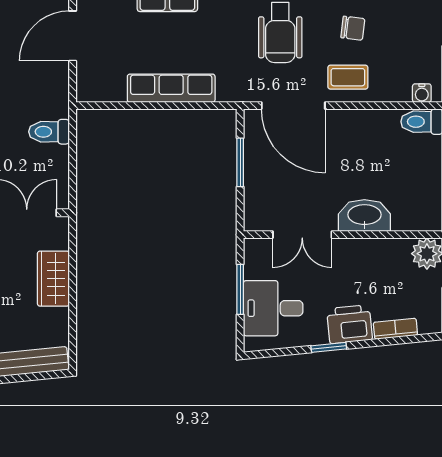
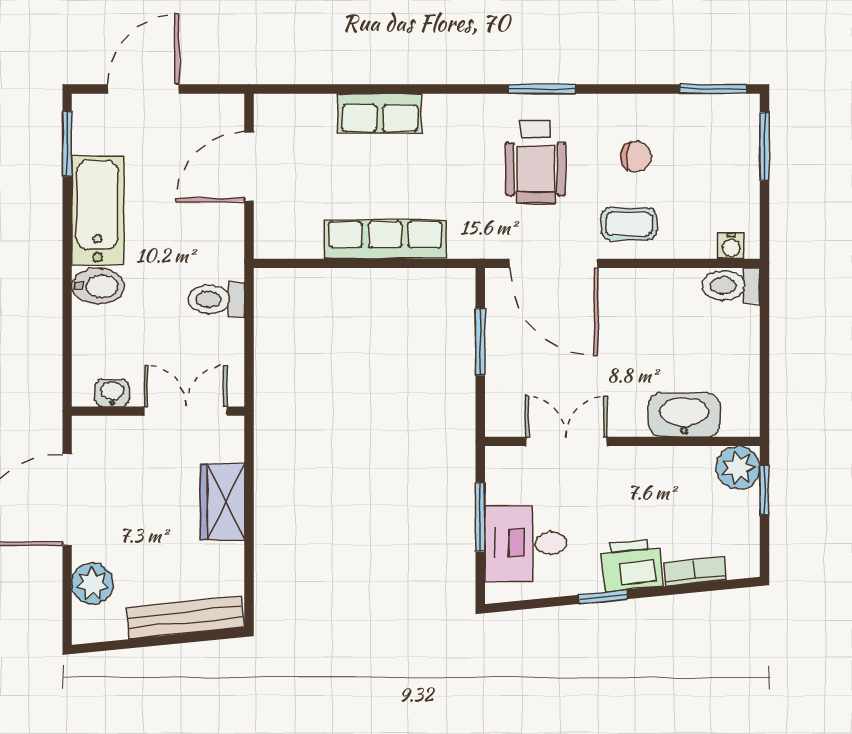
washbasin: (364, 216) -> (684, 415), moved
double door: (302, 235) -> (566, 441), swing flipped

